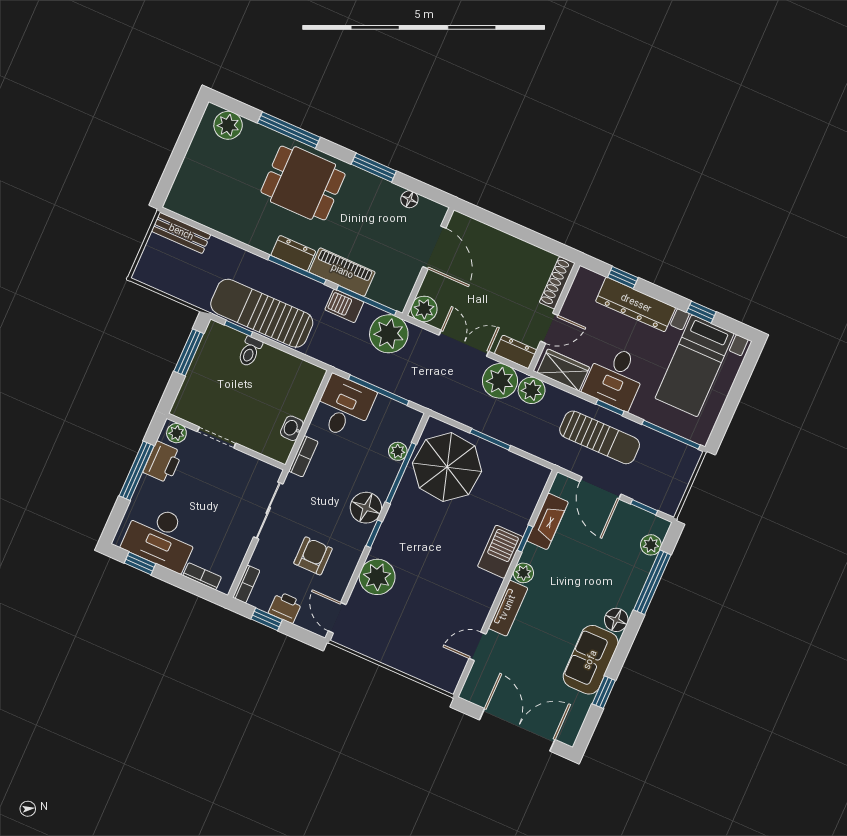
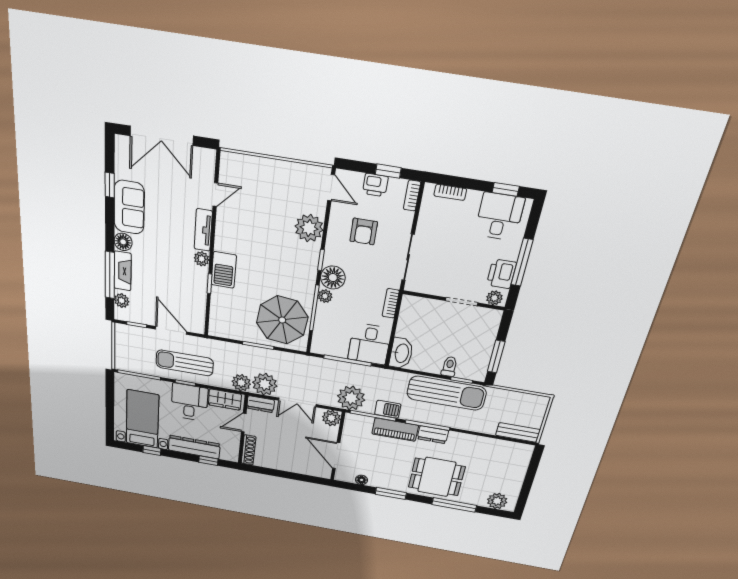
washbasin: (292, 428) -> (401, 353), moved, width x1.91, depth x1.45
plant: (398, 451) -> (325, 296), moved
fireplace: (548, 521) -> (123, 271), moved, turned 180
desk: (161, 537) -> (499, 216), width x0.73

